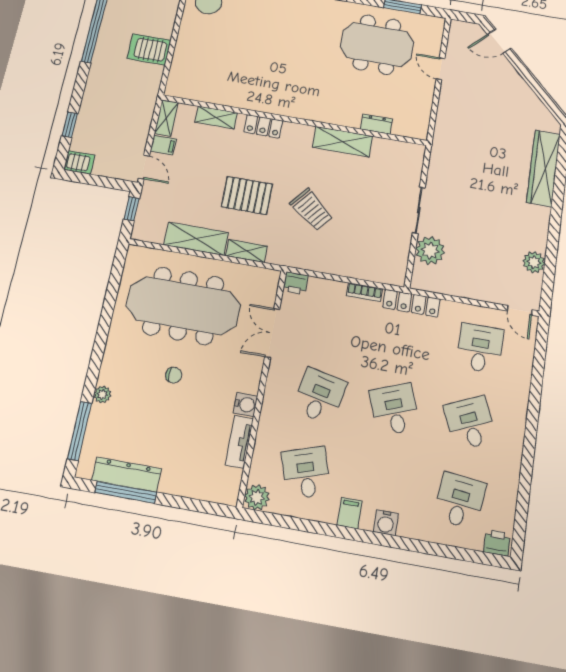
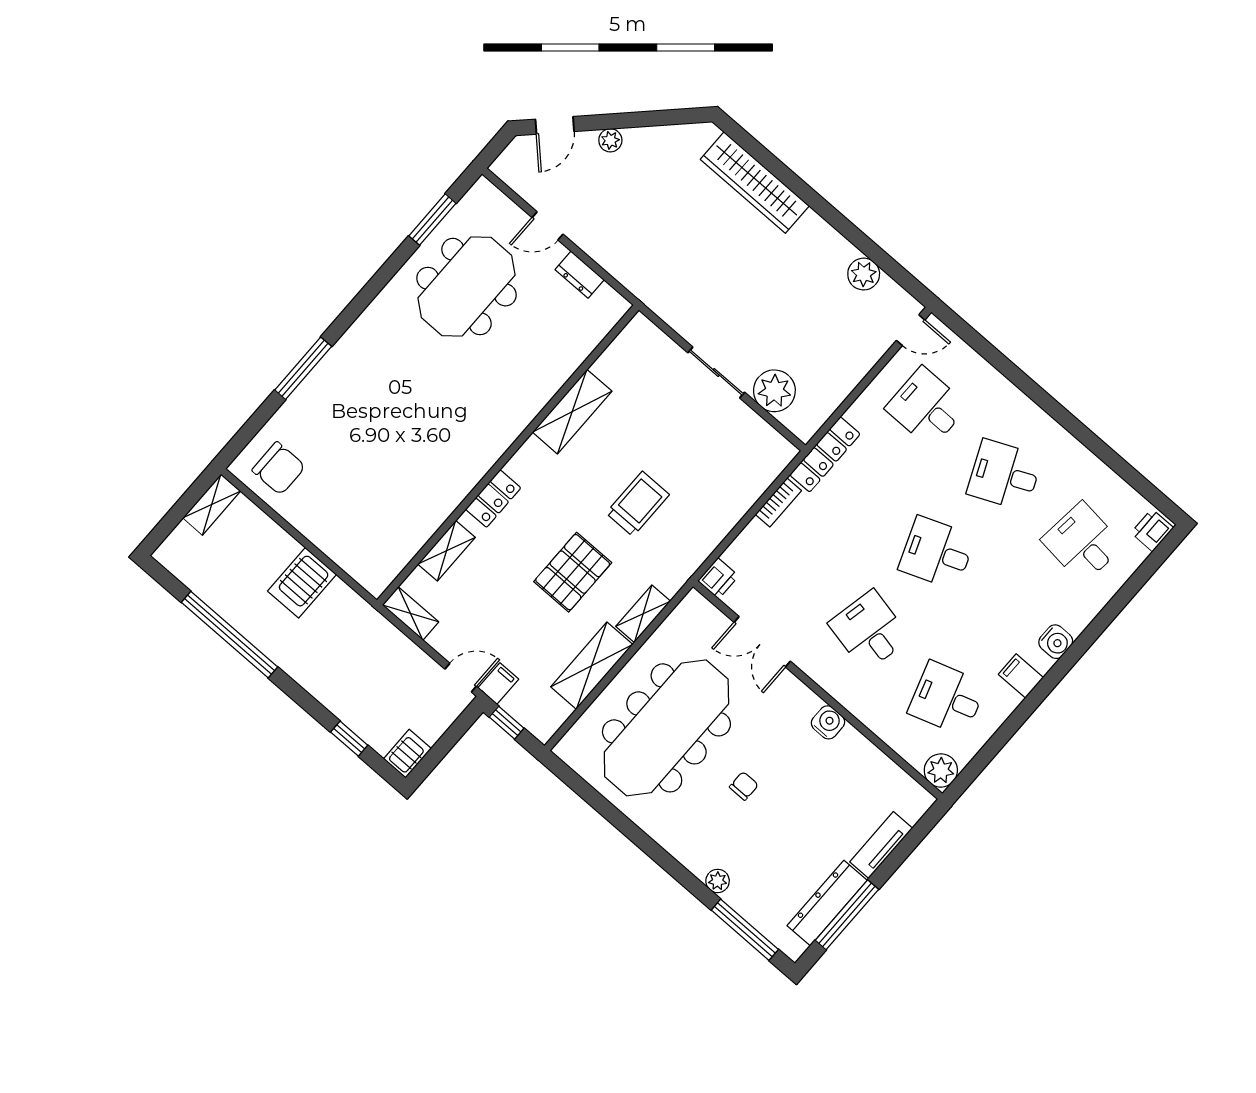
plant: (512, 75) -> (610, 140), added
dresser: (376, 124) -> (580, 275), moved, turned -90
filing cabinet: (163, 145) -> (498, 684), moved
trolley: (311, 210) -> (638, 504), turned -39
tv unit: (239, 442) -> (881, 845), moved, turned 90

